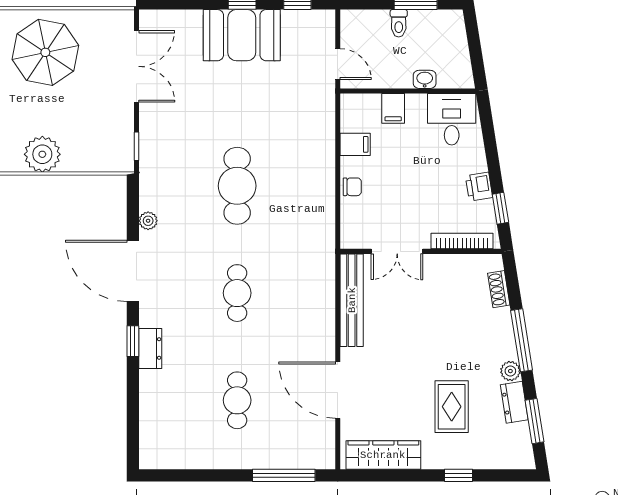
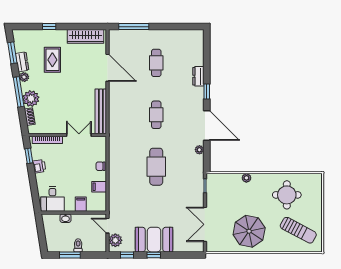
plant: (322, 34) -> (115, 240), added
plant: (42, 154) -> (246, 178), width x0.53, depth x0.53
plant: (496, 327) -> (31, 99), added
dresser: (150, 349) -> (198, 76), moved

